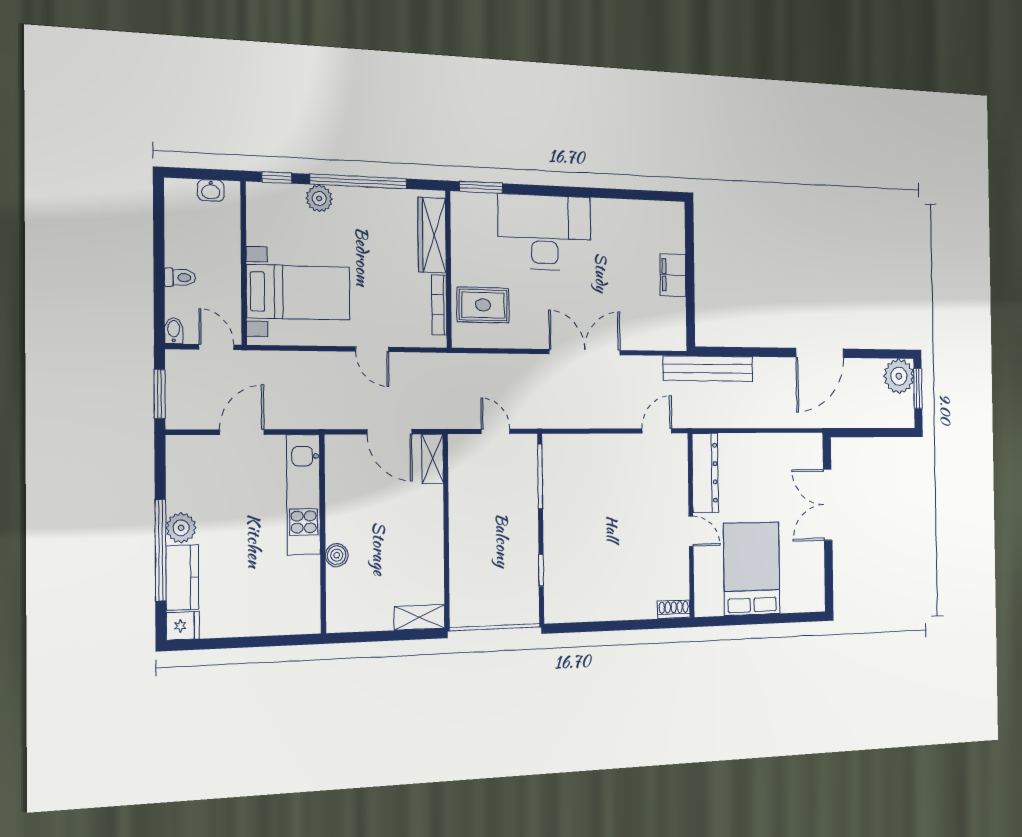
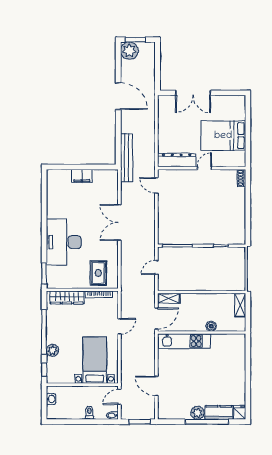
kitchen unit: (303, 494) -> (184, 341), moved
wall: (323, 534) -> (202, 333), moved
boiler: (337, 555) -> (211, 326), moved

